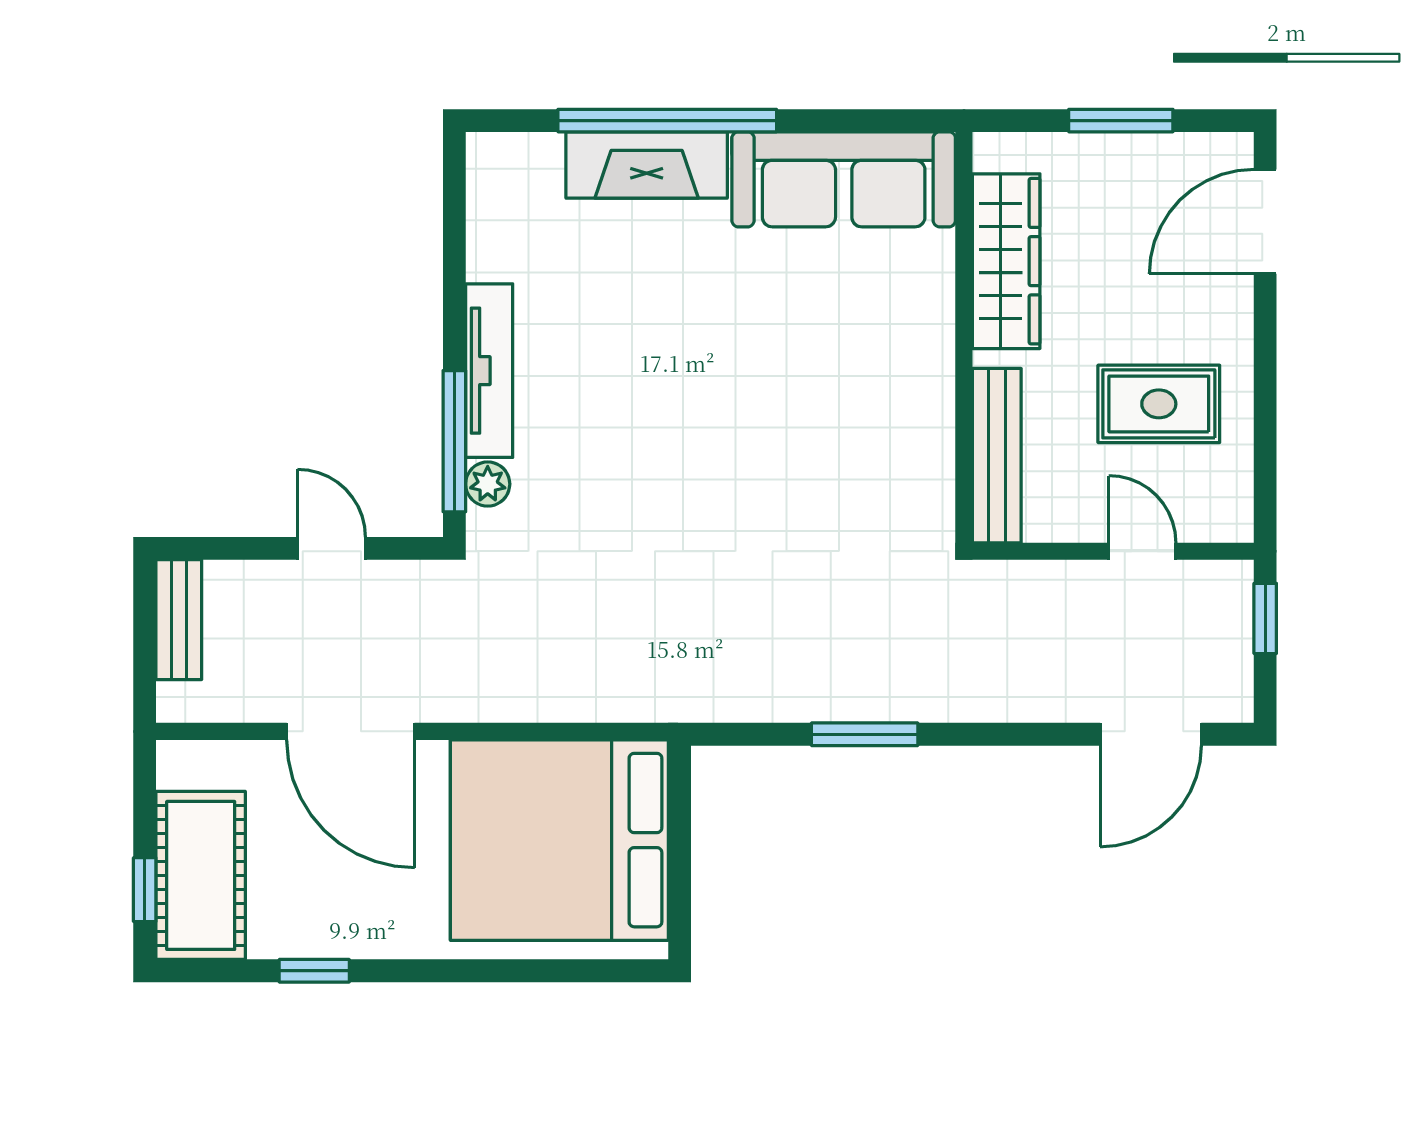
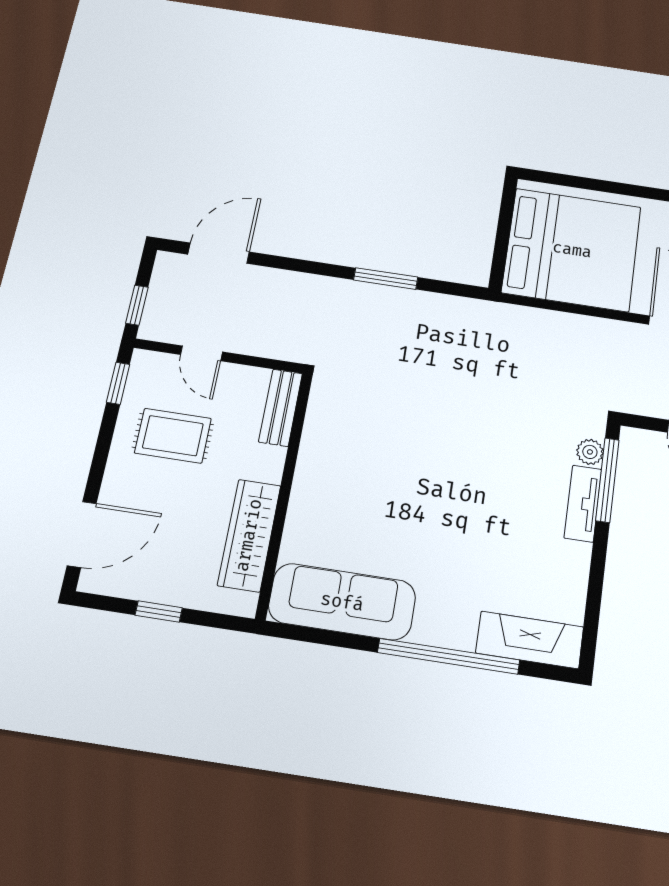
window: (1121, 121) -> (159, 611), width x0.67
fireplace: (647, 165) -> (530, 640), moved
tv unit: (489, 371) -> (583, 504), width x0.71
bench: (997, 456) -> (281, 408), width x0.73
window: (1265, 478) -> (118, 383), added

